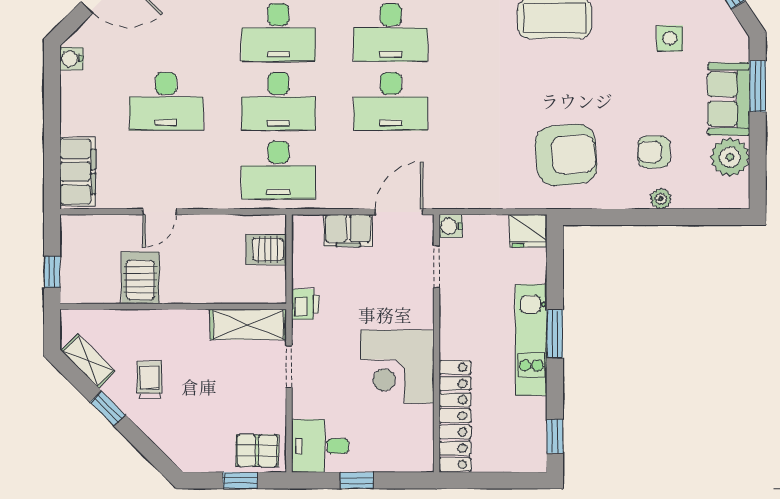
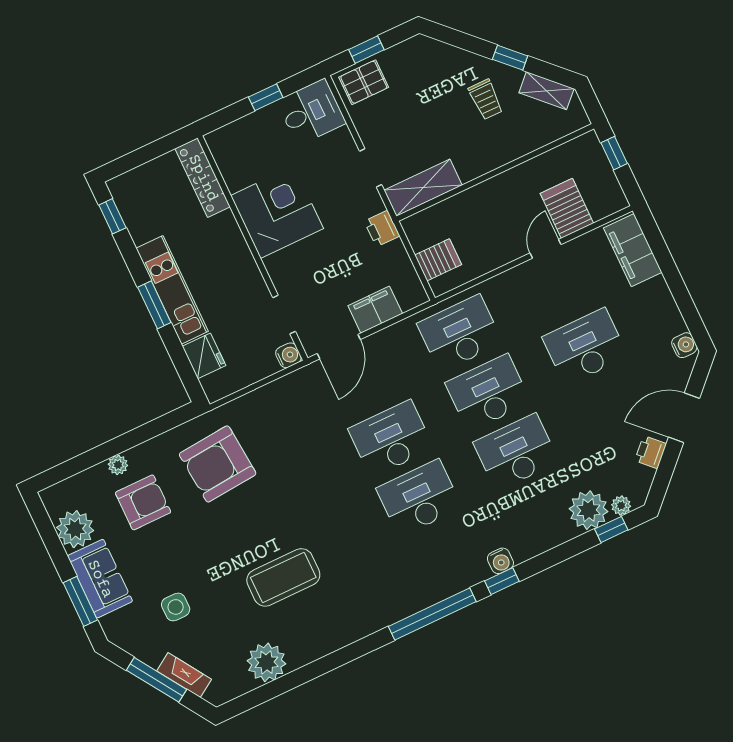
armchair: (654, 152) -> (143, 502), width x1.38, depth x1.38
fridge: (528, 231) -> (204, 356), moved, turned 90
server rack: (140, 278) -> (567, 208), moved, turned 180
locker: (455, 416) -> (203, 178), width x0.71, depth x0.83

